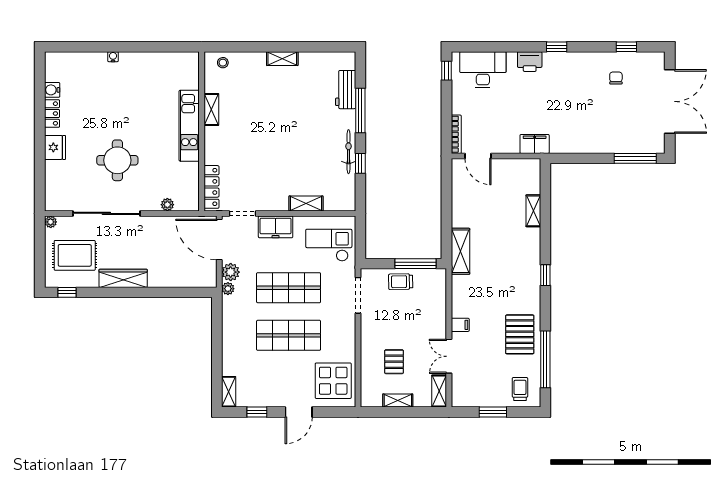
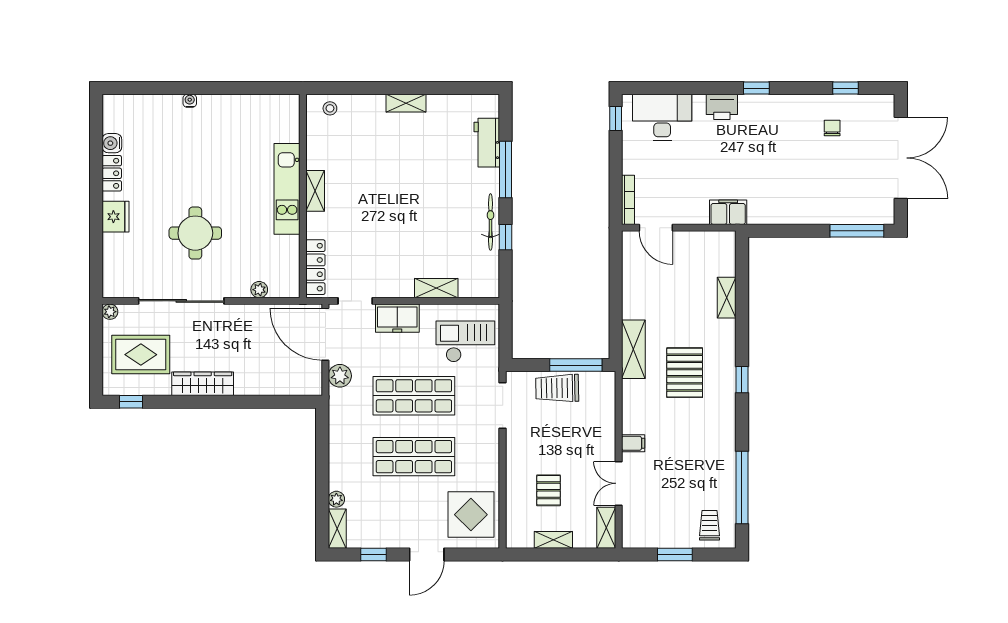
shelving: (211, 109) -> (315, 191), moved
trolley: (401, 282) -> (557, 388), width x1.36, depth x1.39
plant: (228, 289) -> (336, 499), moved
pallet: (520, 334) -> (685, 373), moved

